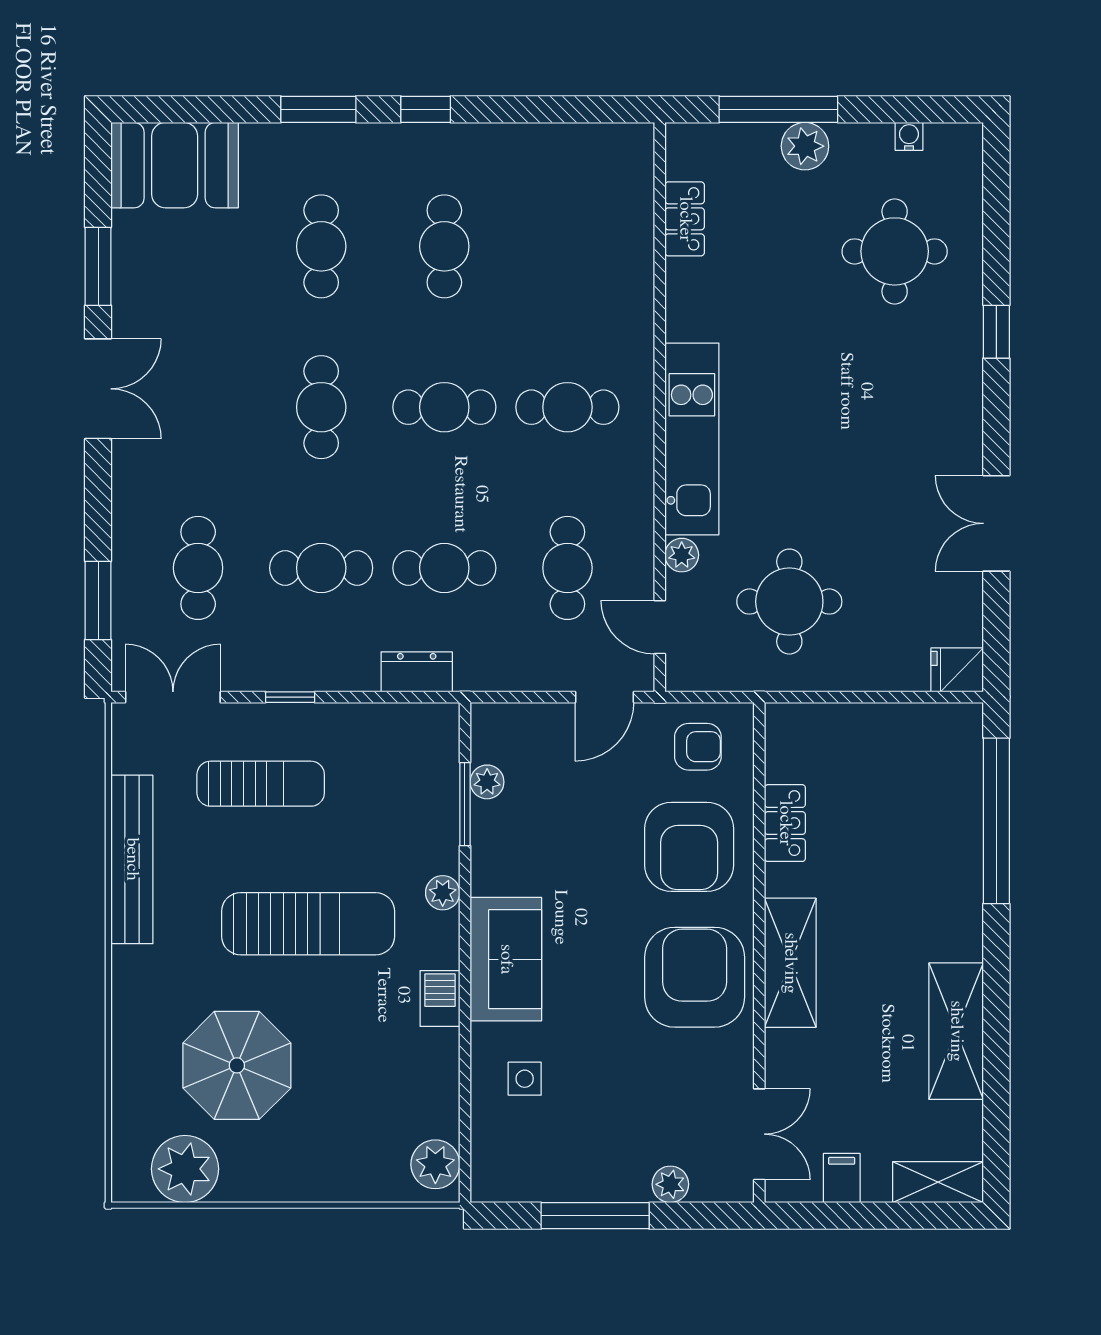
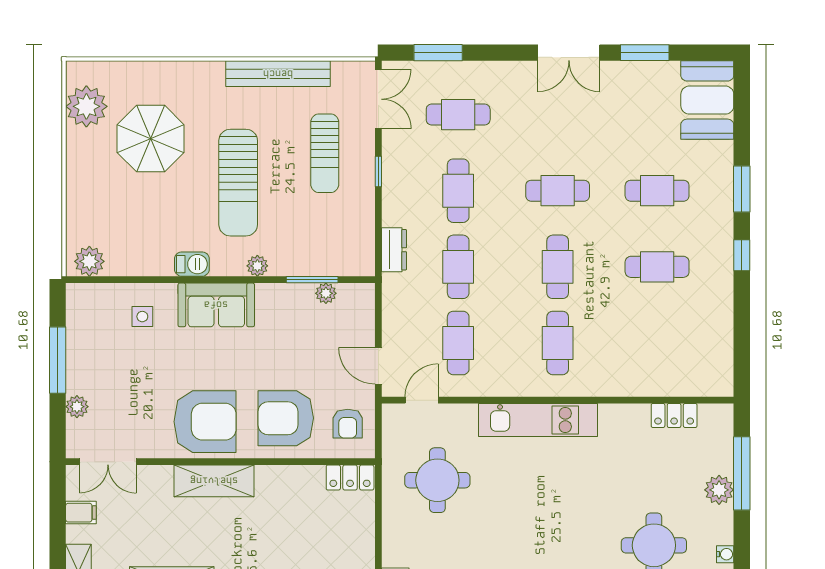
plant: (682, 555) -> (466, 414), removed
cafe table: (567, 568) -> (458, 343), turned 90
locker: (785, 823) -> (350, 477), moved

